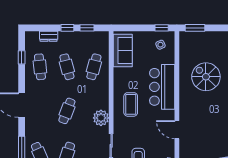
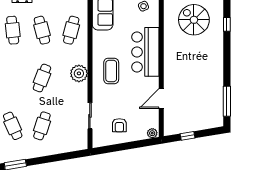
spiral stairs: (206, 77) -> (194, 20), moved
plant: (101, 118) -> (79, 73), moved
door: (177, 130) -> (161, 98), hinge flipped

